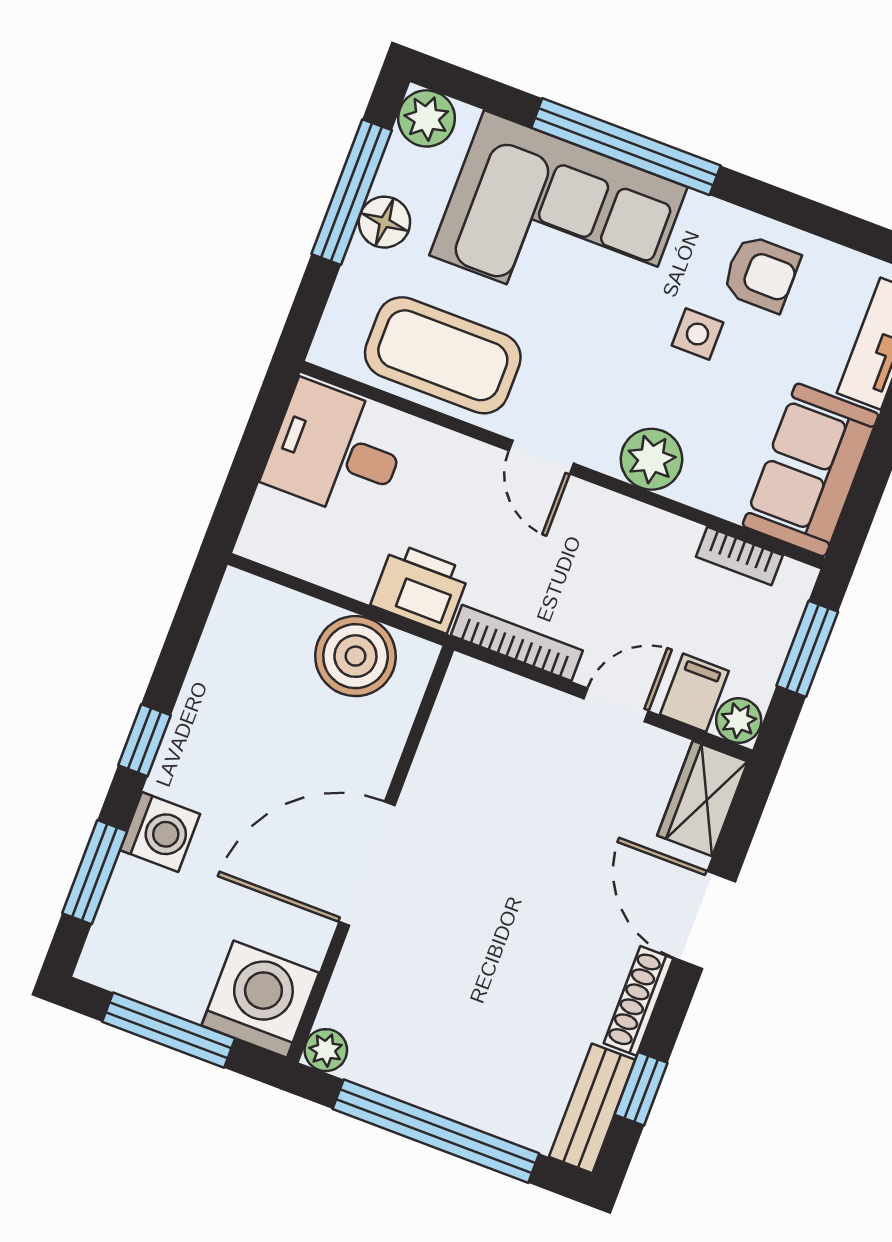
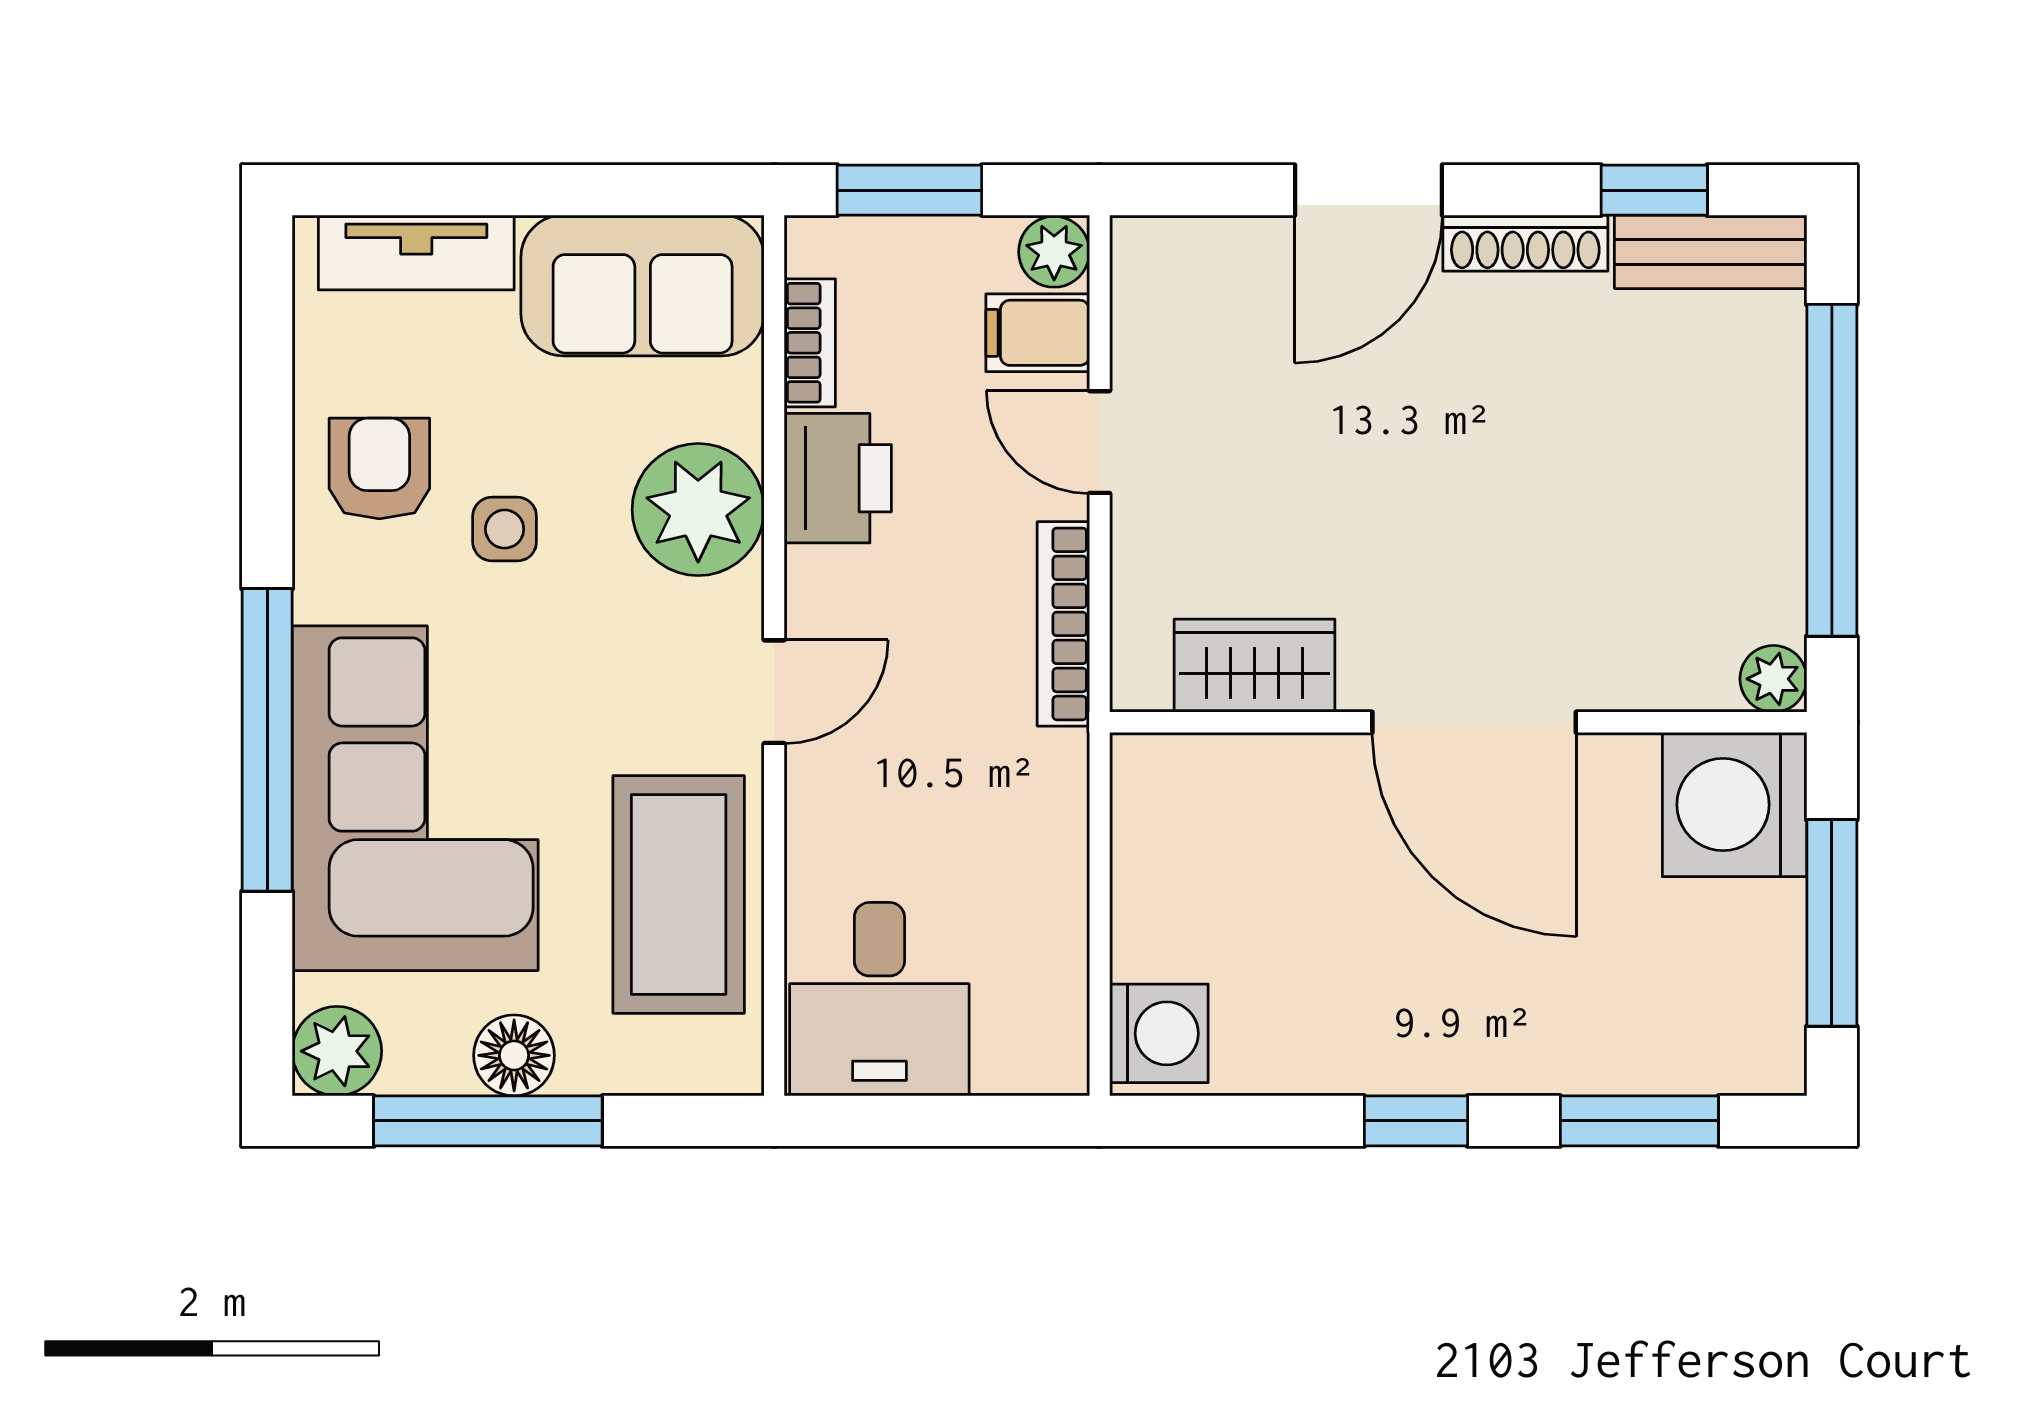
plant: (651, 459) -> (698, 510), width x1.36, depth x1.36
printer: (420, 588) -> (838, 478), moved, turned 180
boiler: (355, 656) -> (1173, 855), removed
wardrobe: (702, 798) -> (1254, 666), moved, turned 180
washing machine: (160, 832) -> (1159, 1033), moved, turned 90

